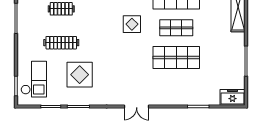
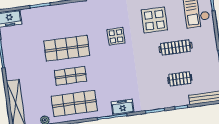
display table: (132, 24) -> (116, 36), moved

